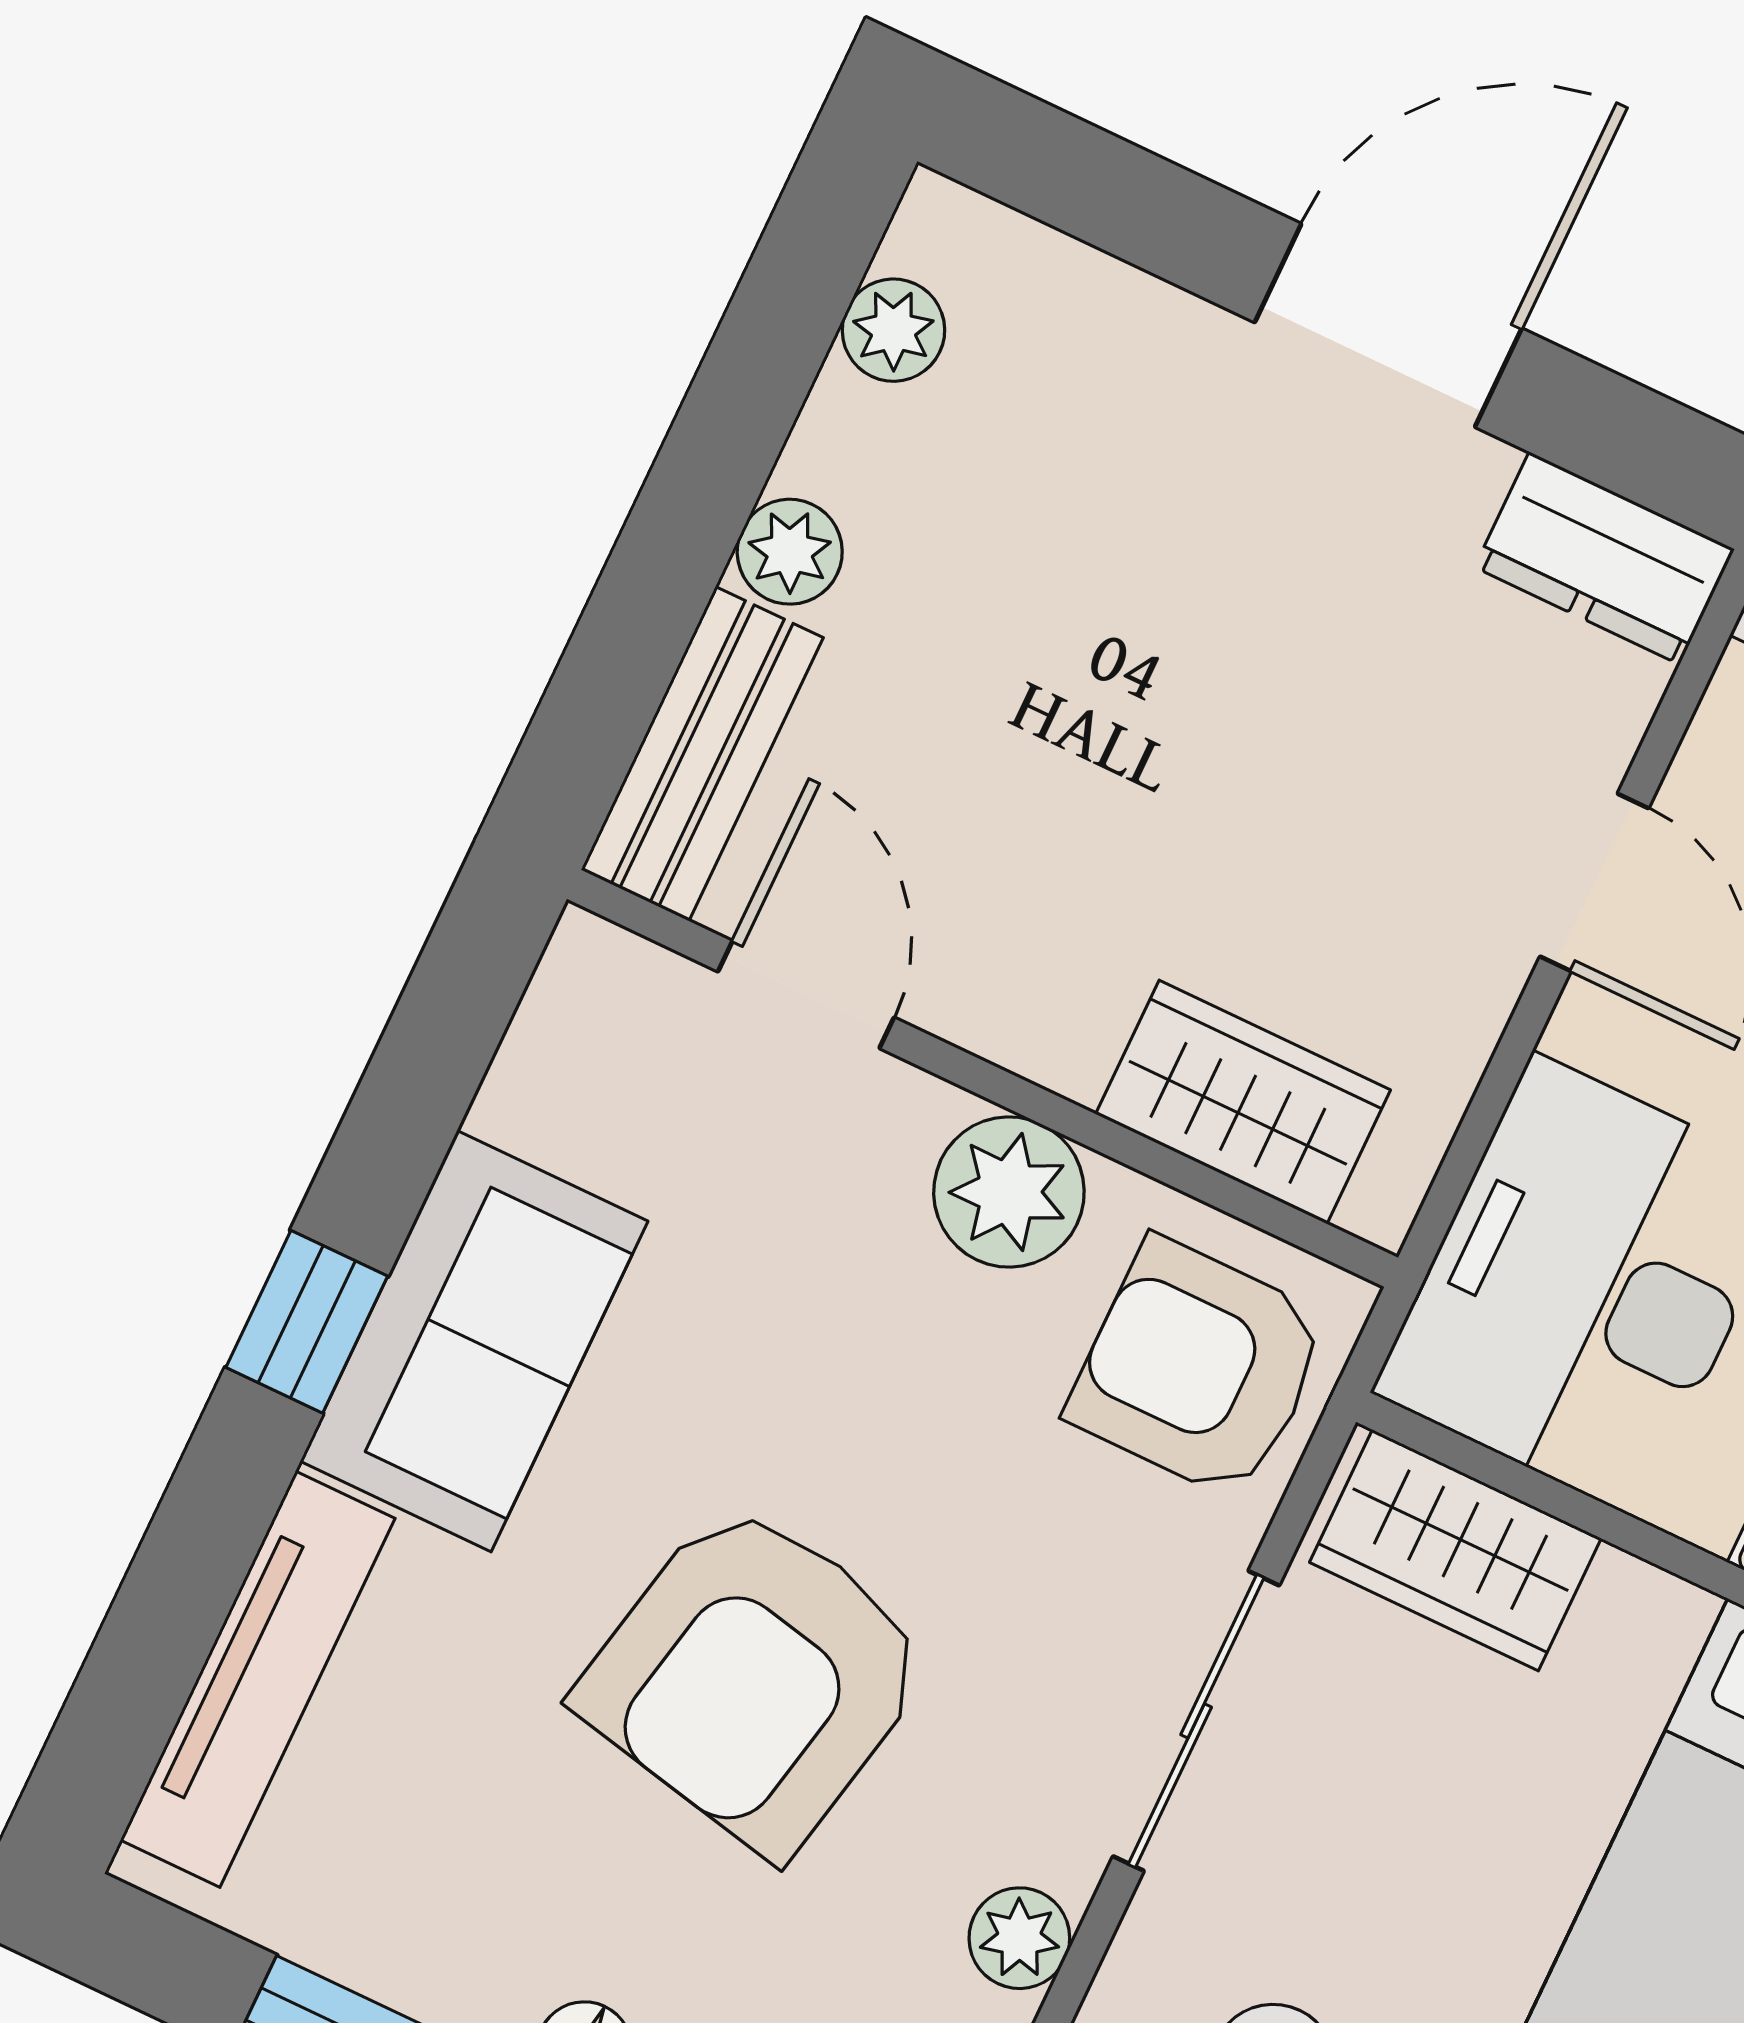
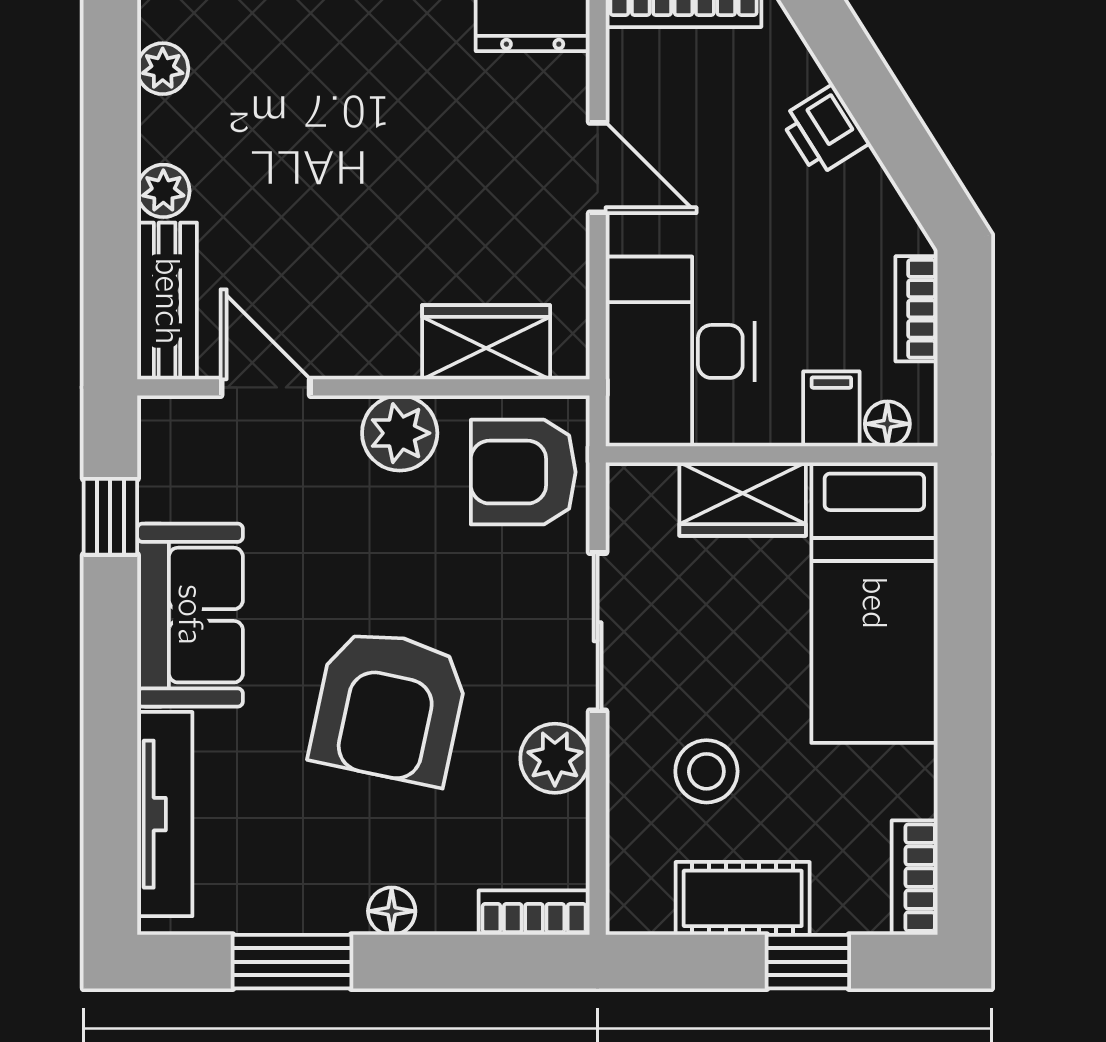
window: (307, 1322) -> (110, 517), moved
wardrobe: (1455, 1550) -> (743, 499), moved
plant: (1019, 1938) -> (555, 758), width x1.38, depth x1.38

